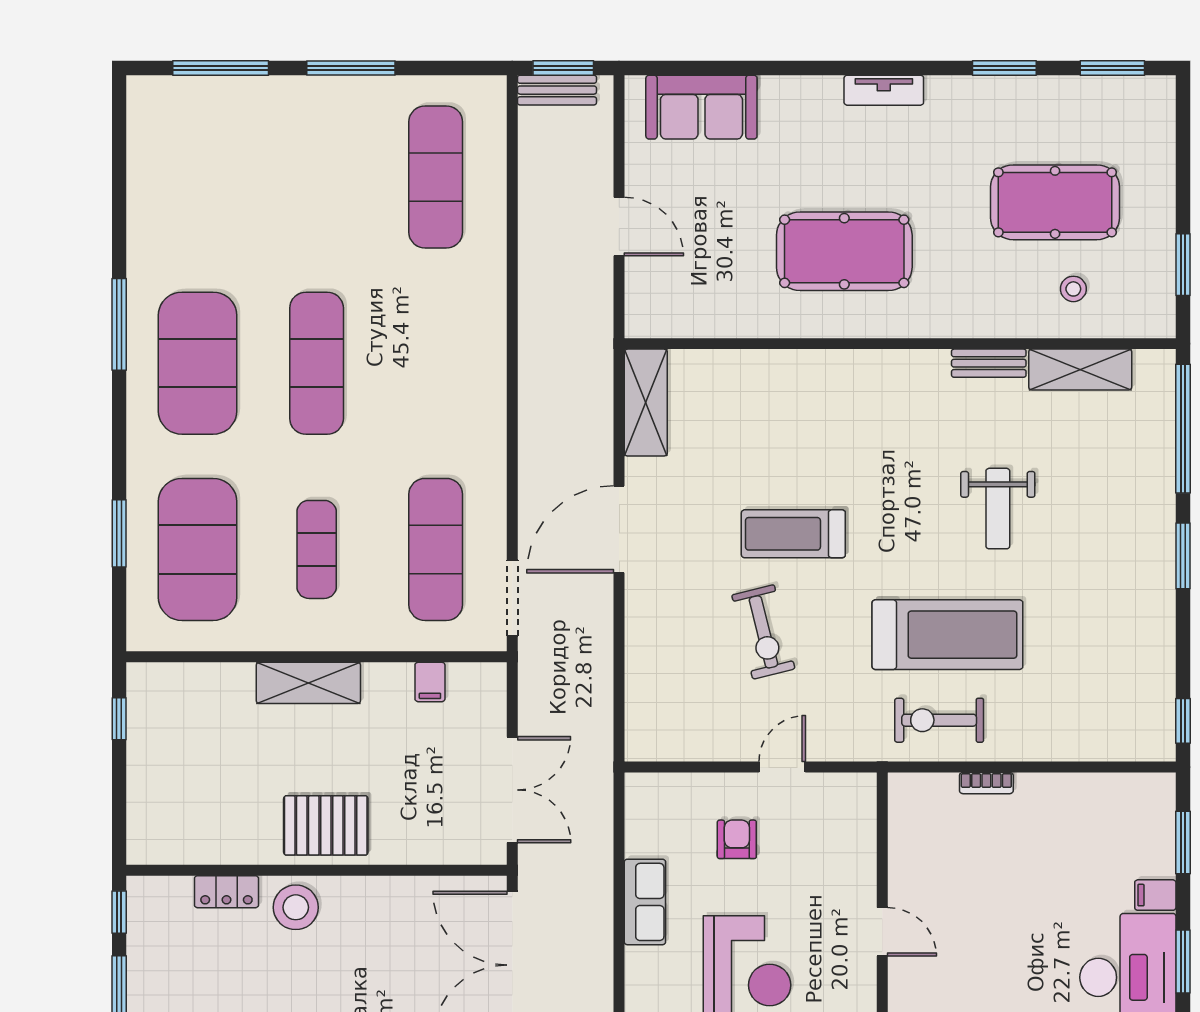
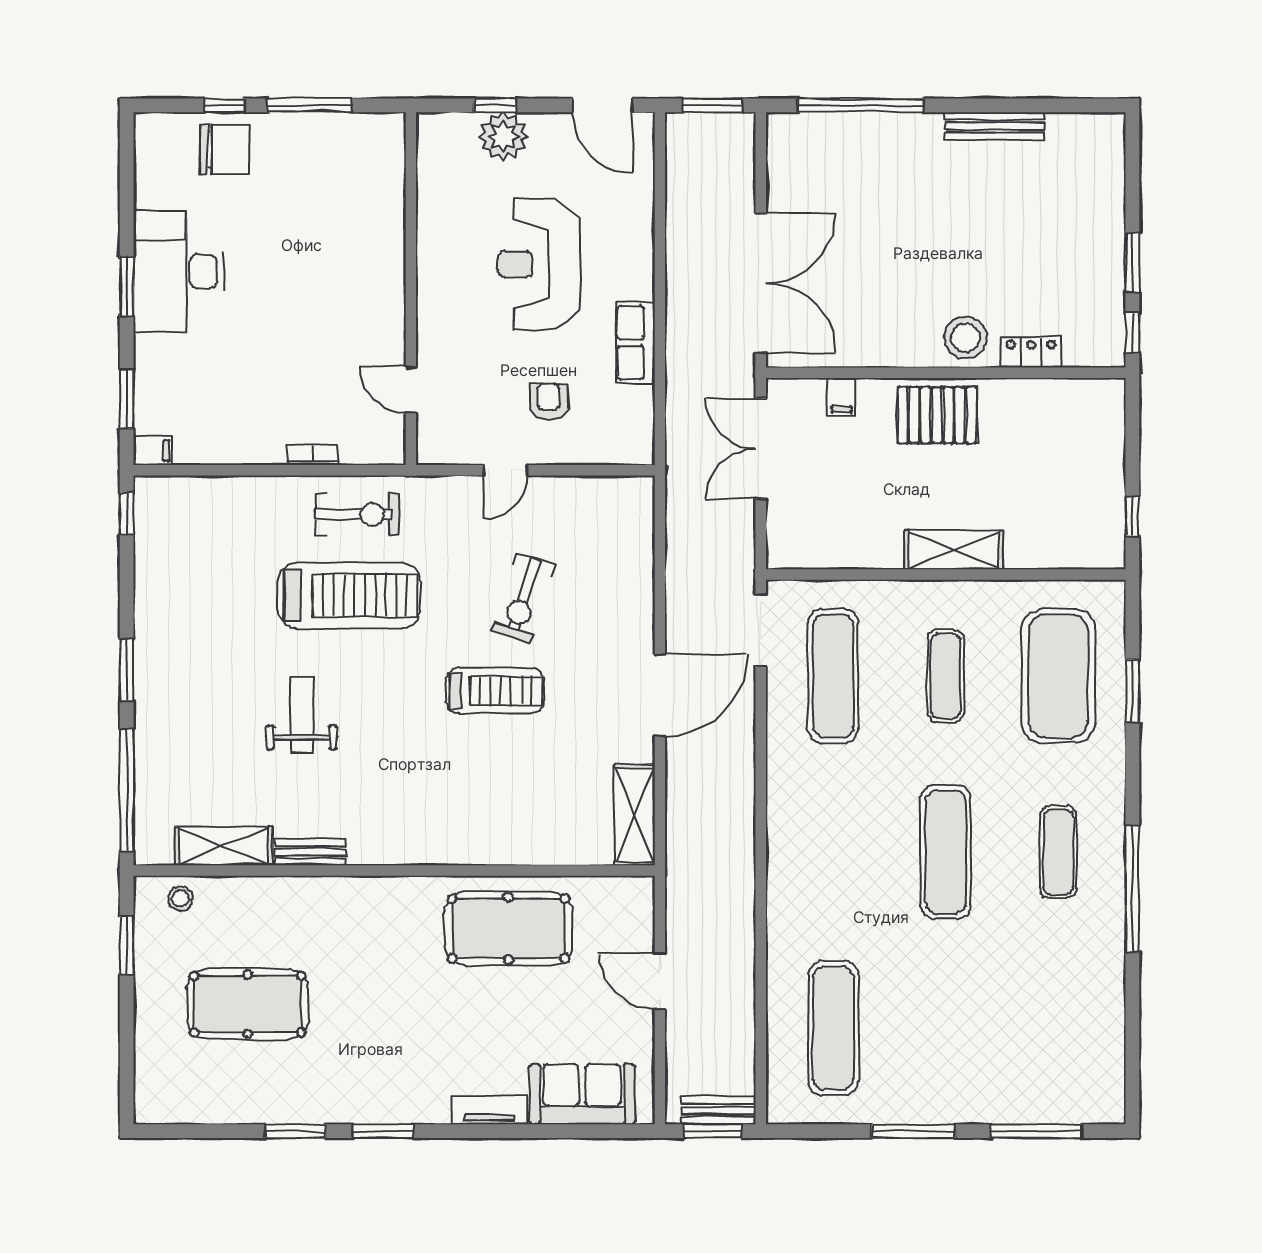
window: (1112, 68) -> (383, 1131), moved
tv unit: (884, 90) -> (489, 1110), moved
pool table: (844, 251) -> (508, 929), moved
stool: (1073, 289) -> (180, 899), moved
window: (119, 324) -> (1132, 889), width x1.46
exercise mat: (198, 363) -> (1058, 852), width x0.50, depth x0.69
exercise bike: (763, 632) -> (523, 598), turned -148
treadmill: (947, 635) -> (349, 595), turned 180
filing cabinet: (430, 682) -> (842, 397), moved, turned 180
armchair: (737, 839) -> (548, 402), turned 180
filing cabinet: (1155, 895) -> (153, 451), moved
door: (882, 932) -> (411, 390), moved

